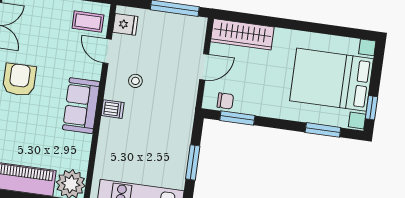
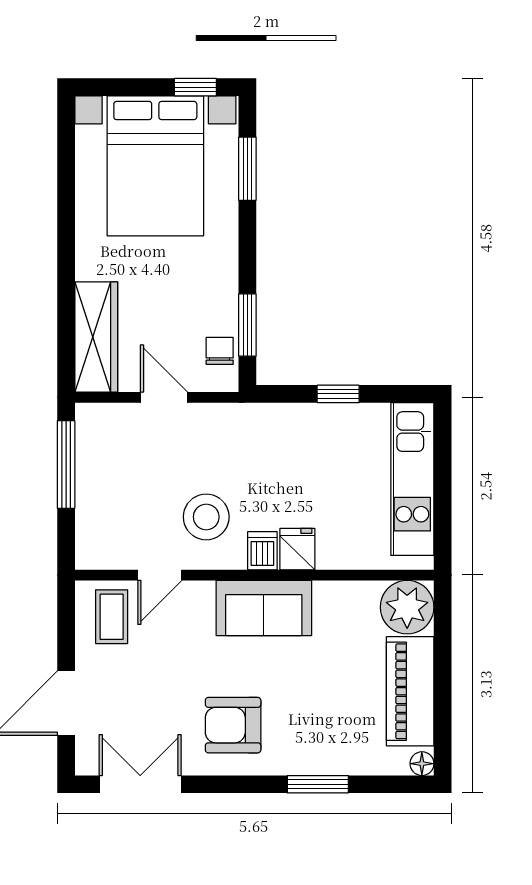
fridge: (125, 24) -> (297, 549), moved
stool: (135, 81) -> (206, 517), width x1.89, depth x1.89
window: (193, 162) -> (338, 394), width x0.67

